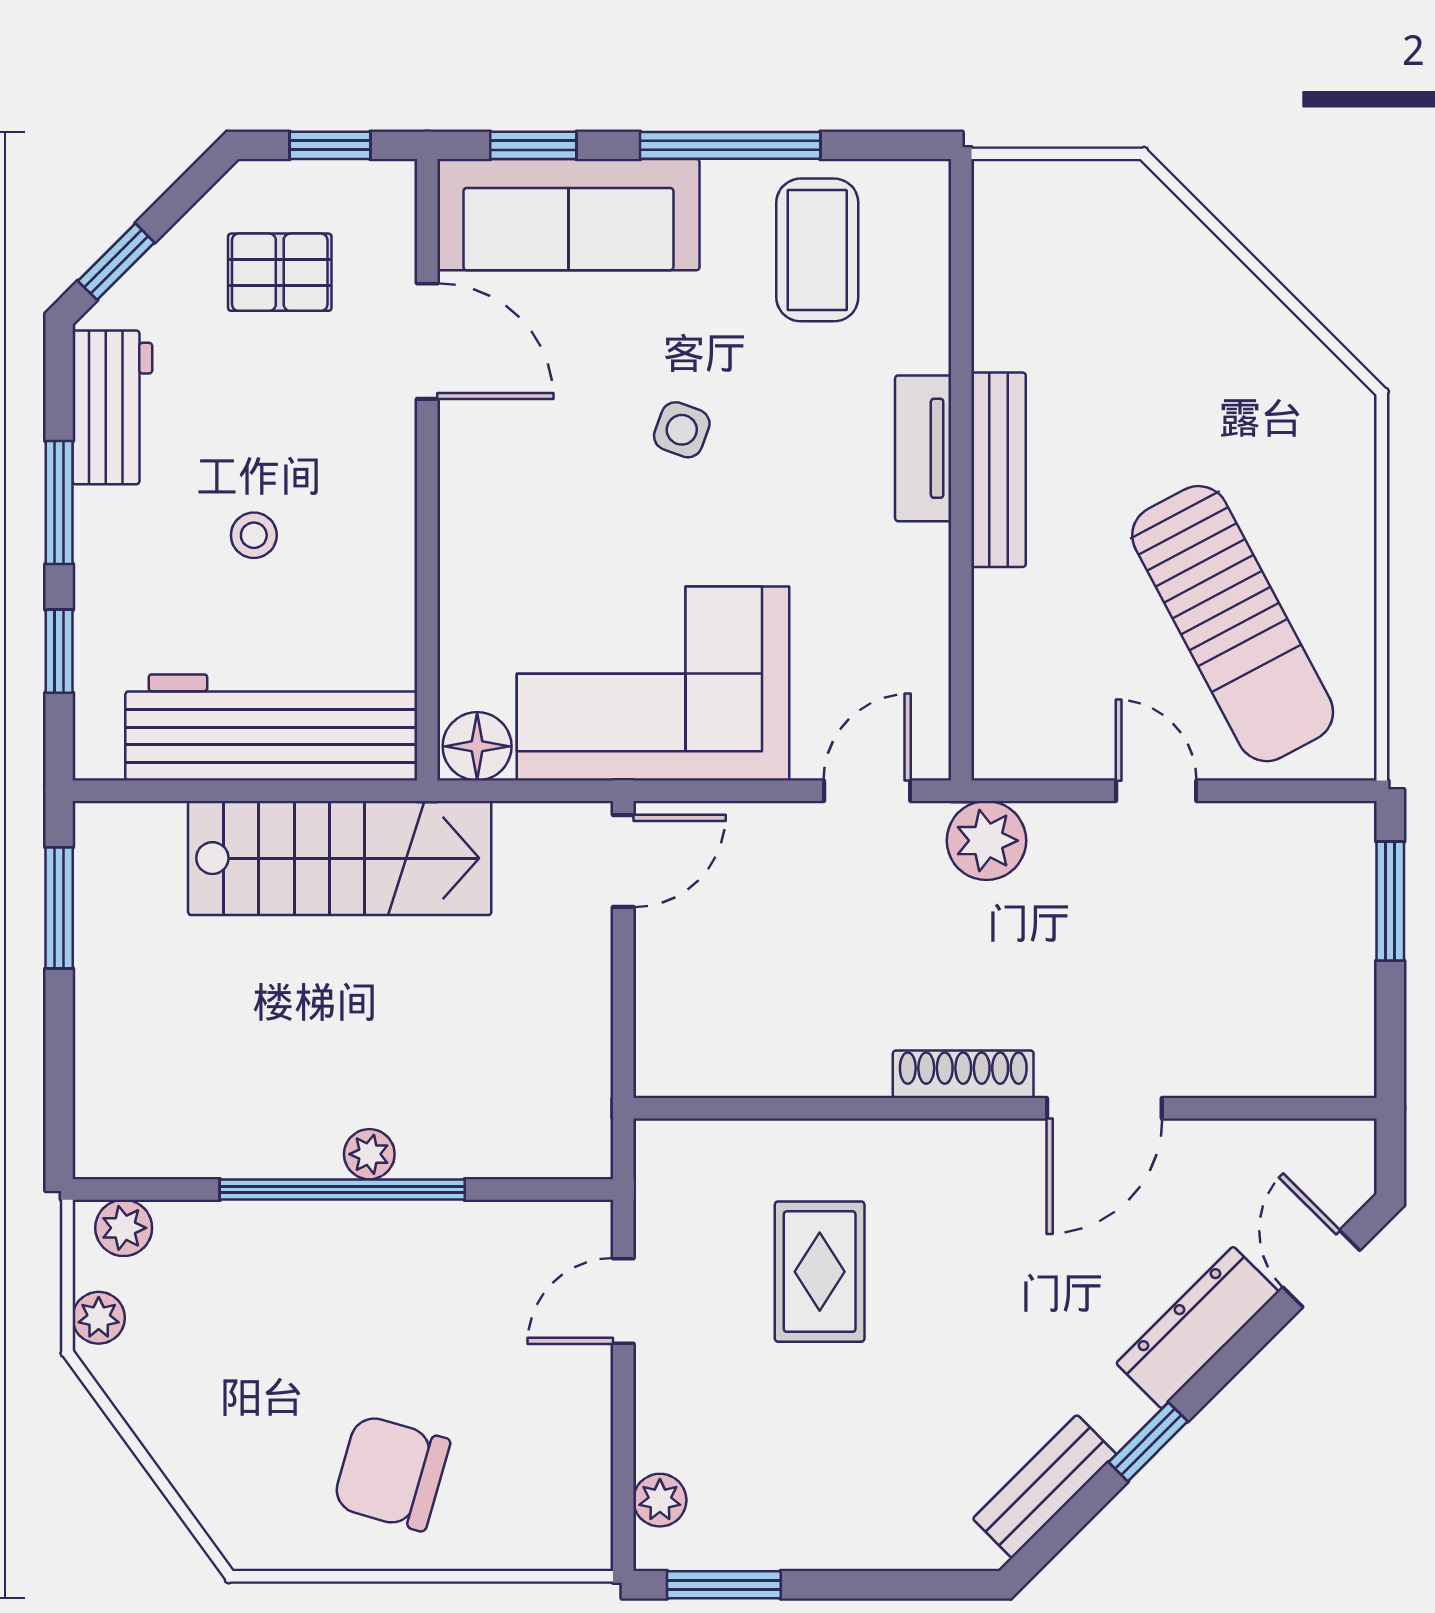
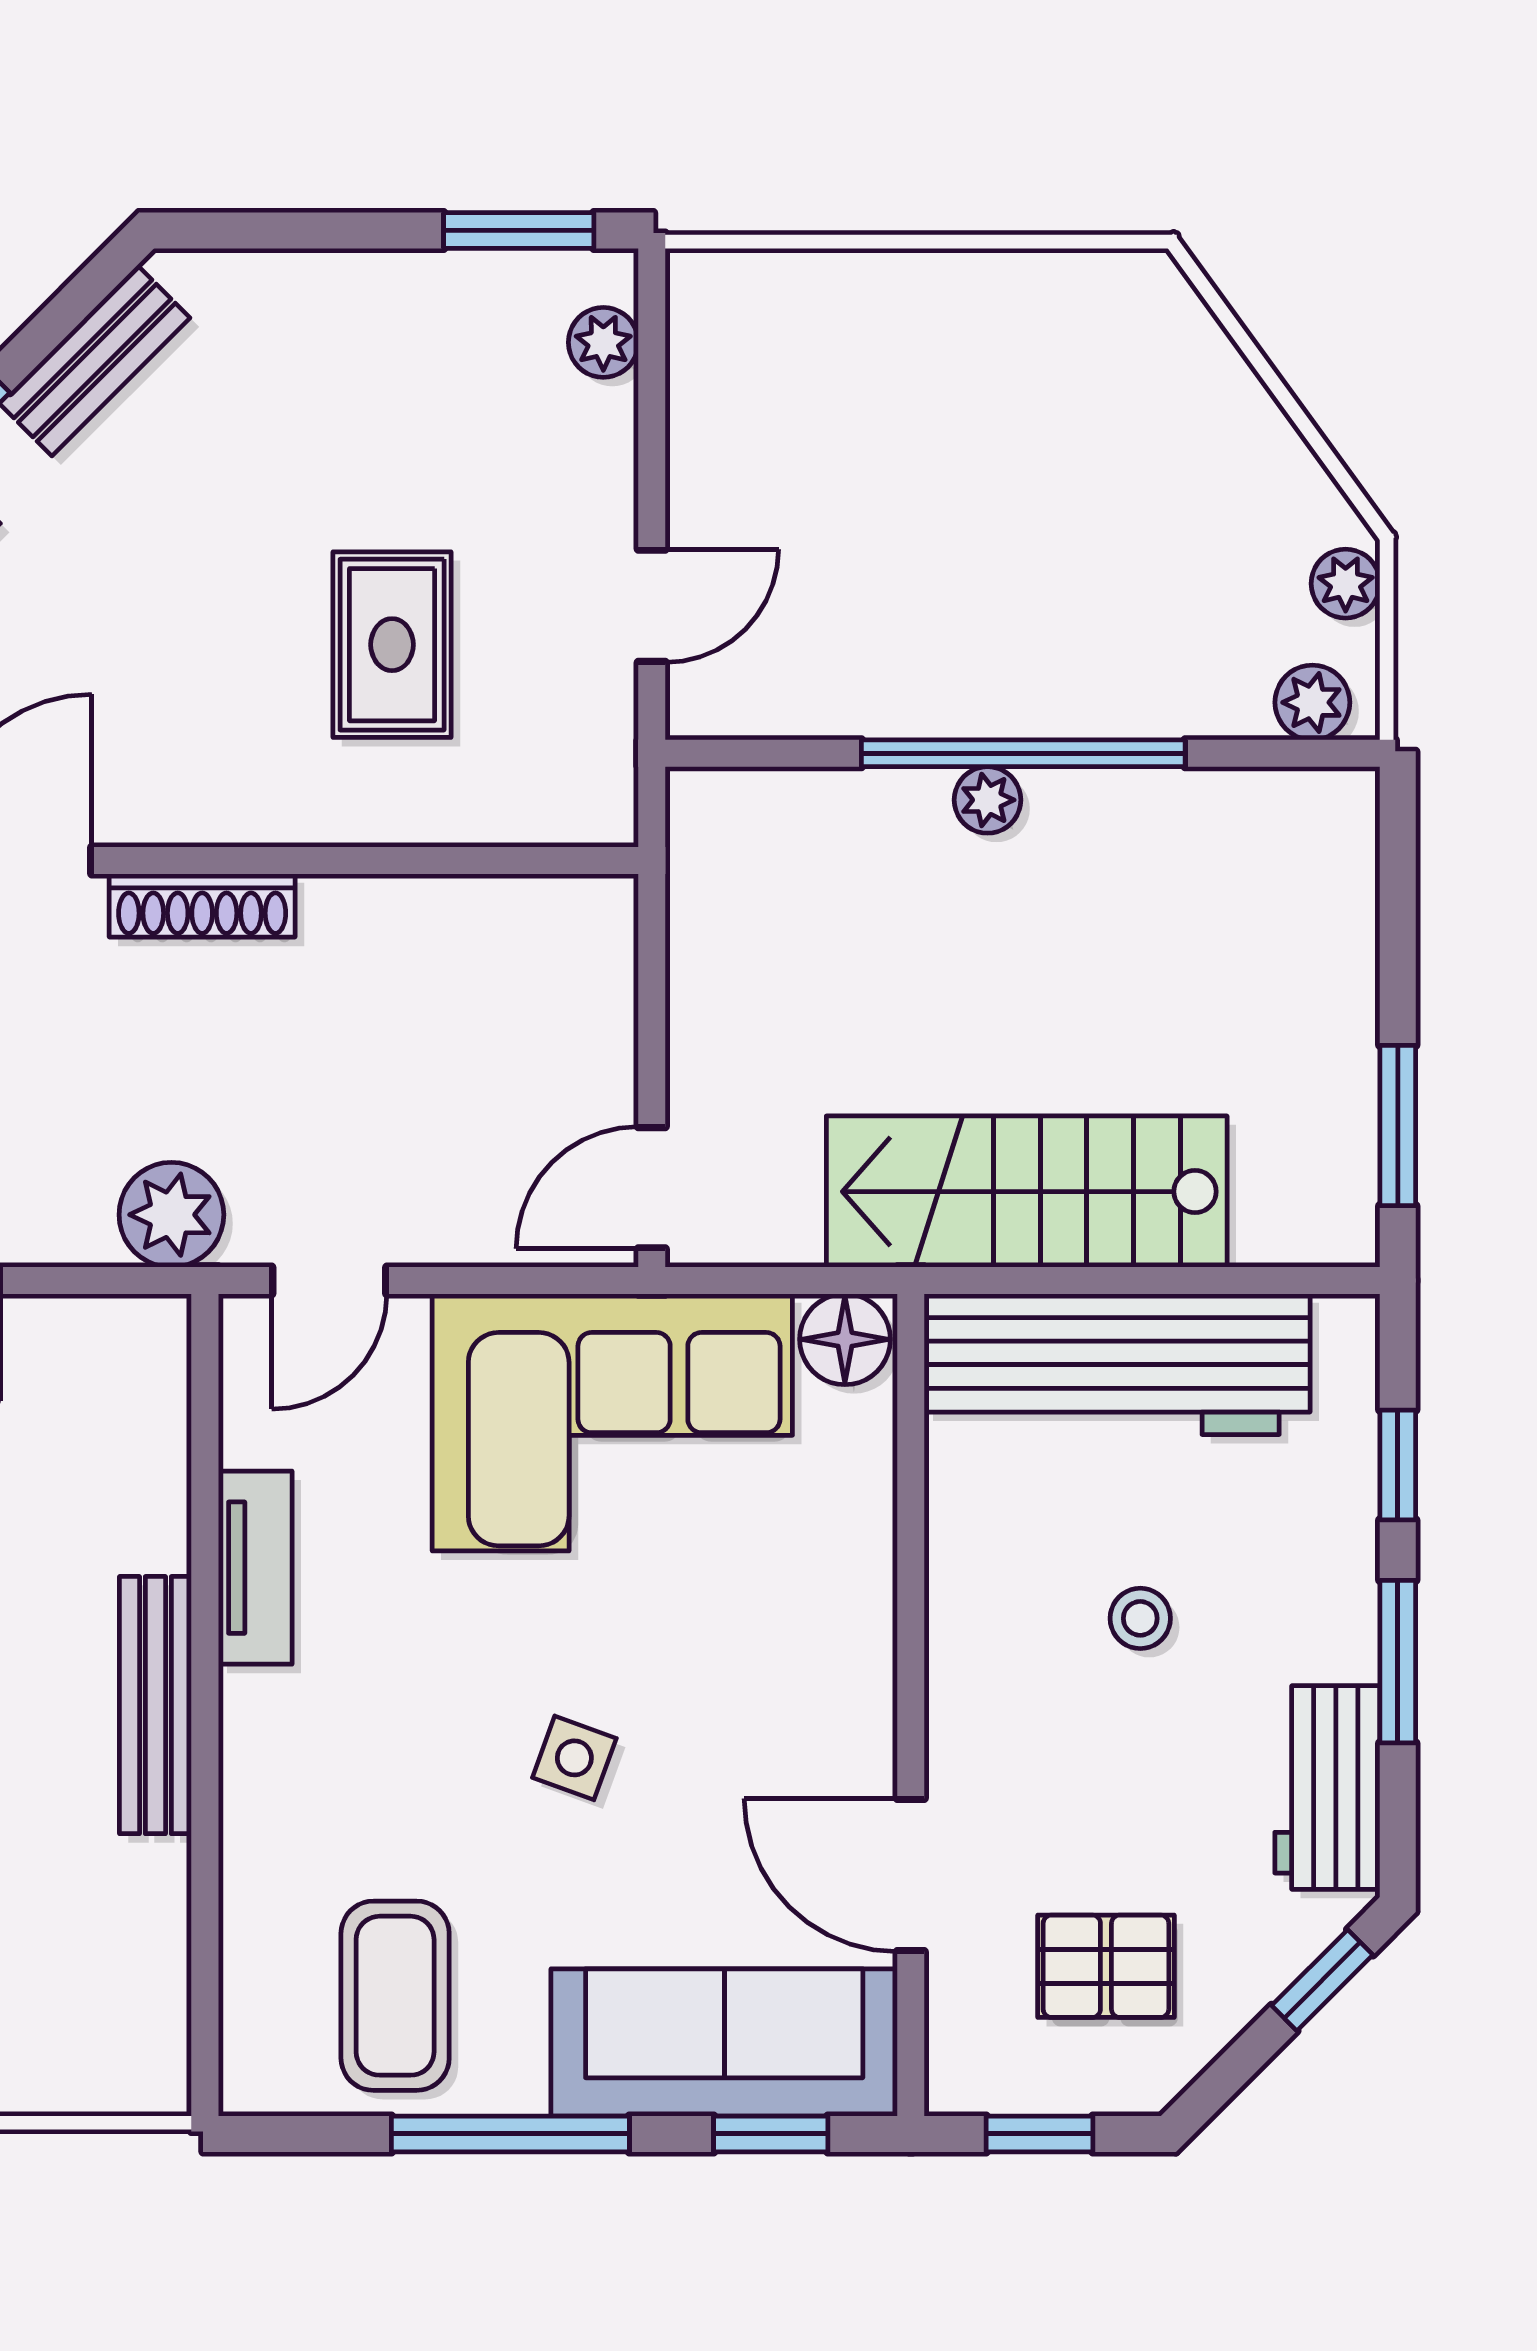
tv unit: (923, 448) -> (255, 1568), moved
chair: (391, 1473) -> (958, 379), removed

